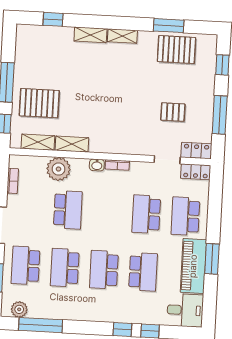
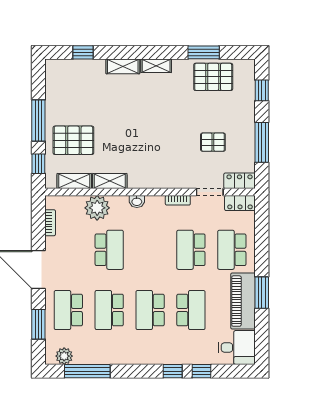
bookcase: (117, 165) -> (178, 200), moved

